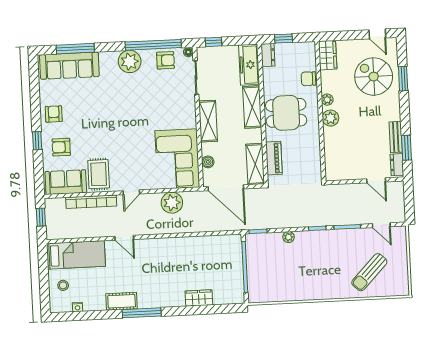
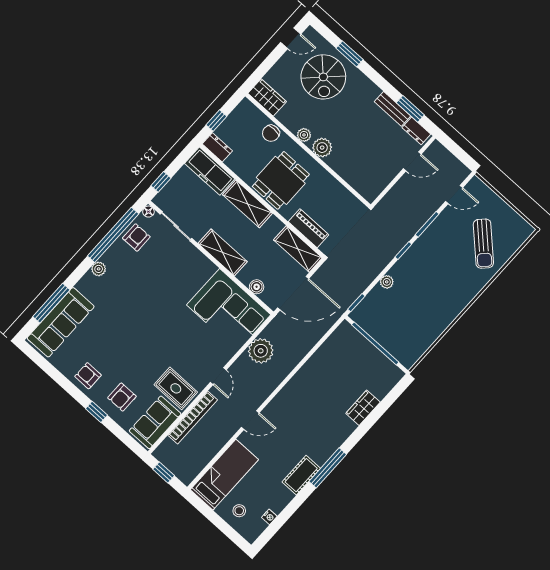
plant: (130, 61) -> (99, 269), width x0.53, depth x0.53
spiral stairs: (374, 77) -> (323, 77), turned -90

